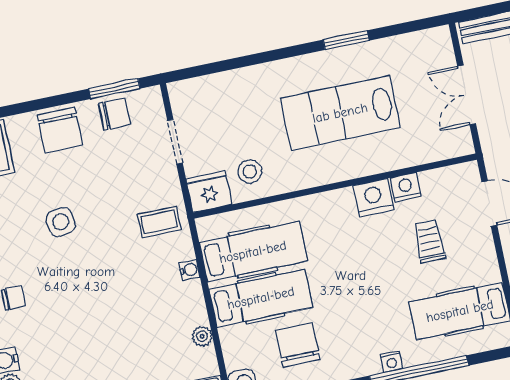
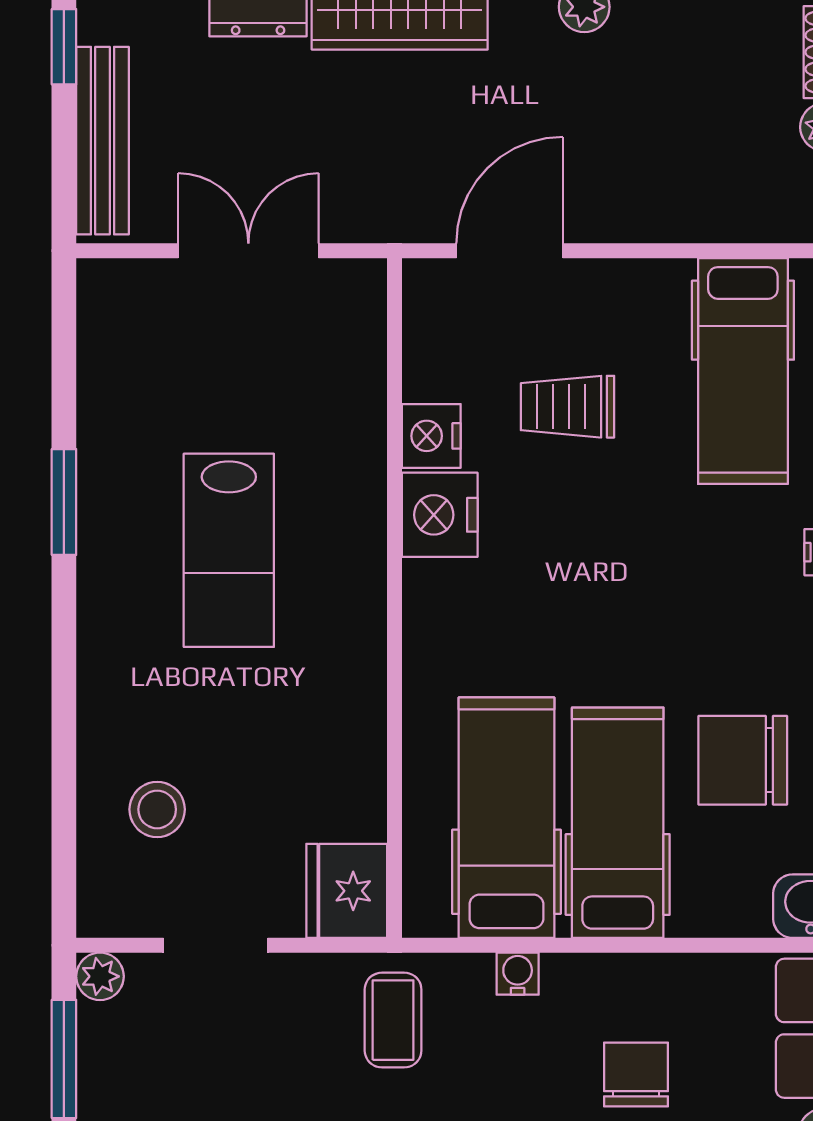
double door: (467, 95) -> (248, 251), swing flipped
lab bench: (340, 113) -> (229, 550), width x0.73, depth x0.72
chair: (115, 114) -> (636, 1075), moved
stool: (250, 172) -> (157, 809), moved
plant: (202, 336) -> (100, 976), moved

